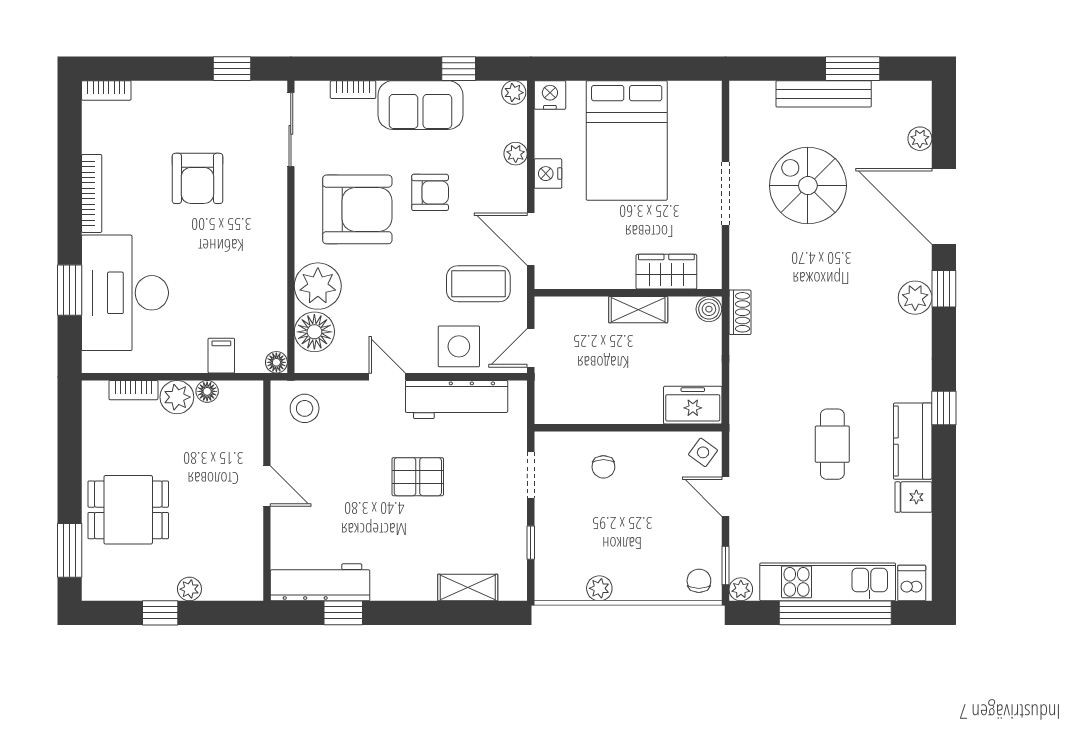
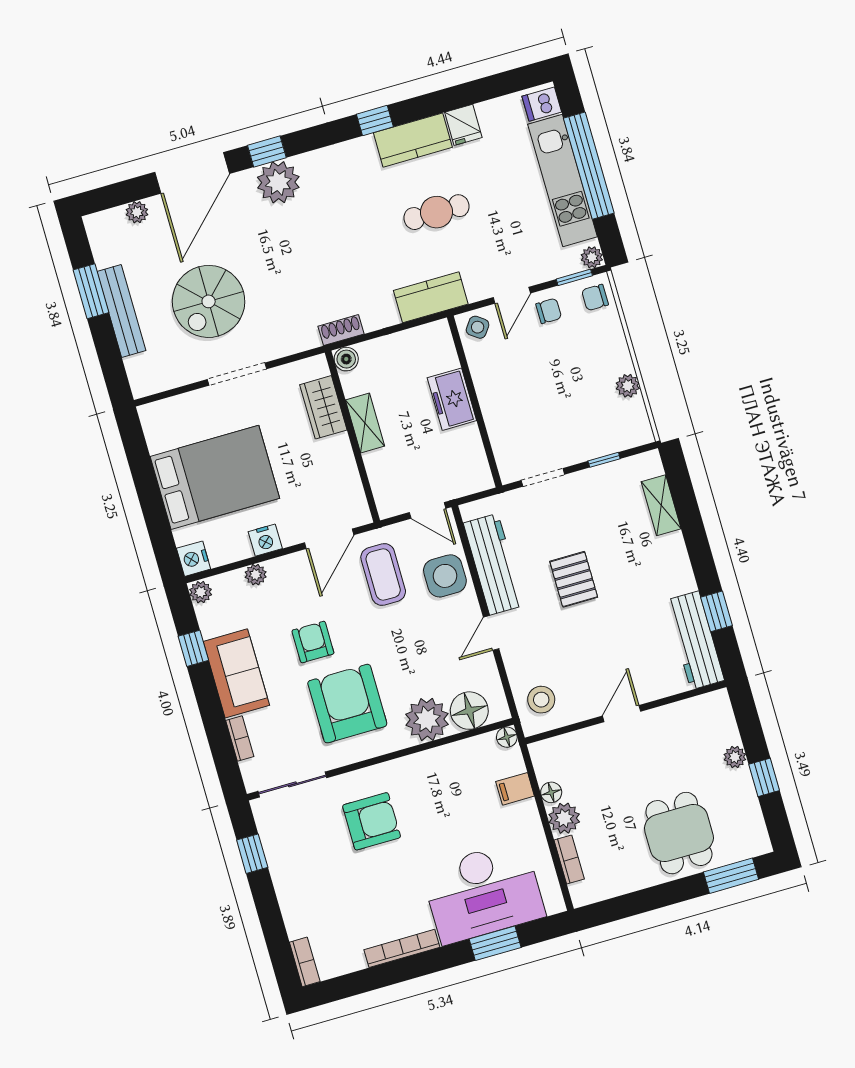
armchair: (197, 178) -> (372, 821), moved
plant: (915, 298) -> (278, 182), width x1.36, depth x1.36
freezer: (693, 405) -> (452, 399), moved
kitchen counter: (747, 413) -> (431, 297), added
chair: (603, 467) -> (549, 311), moved

